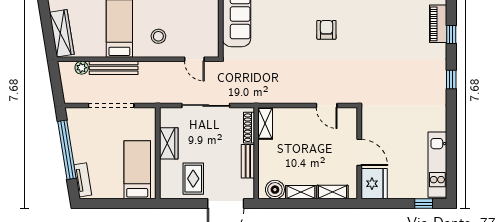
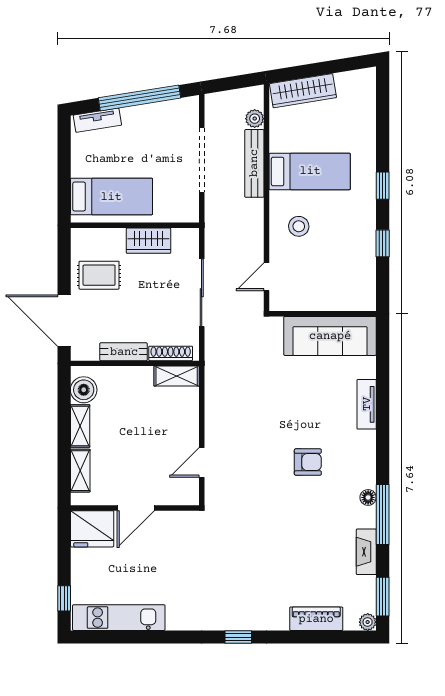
window: (451, 34) -> (301, 637), removed

